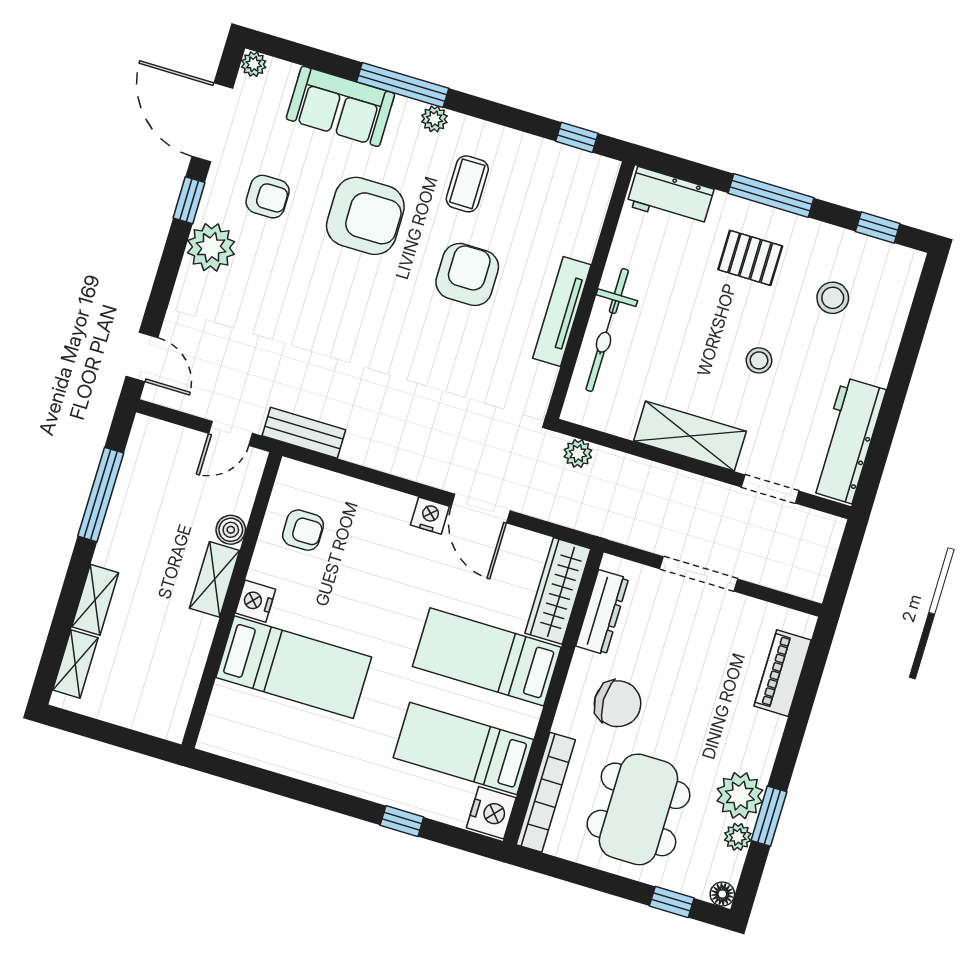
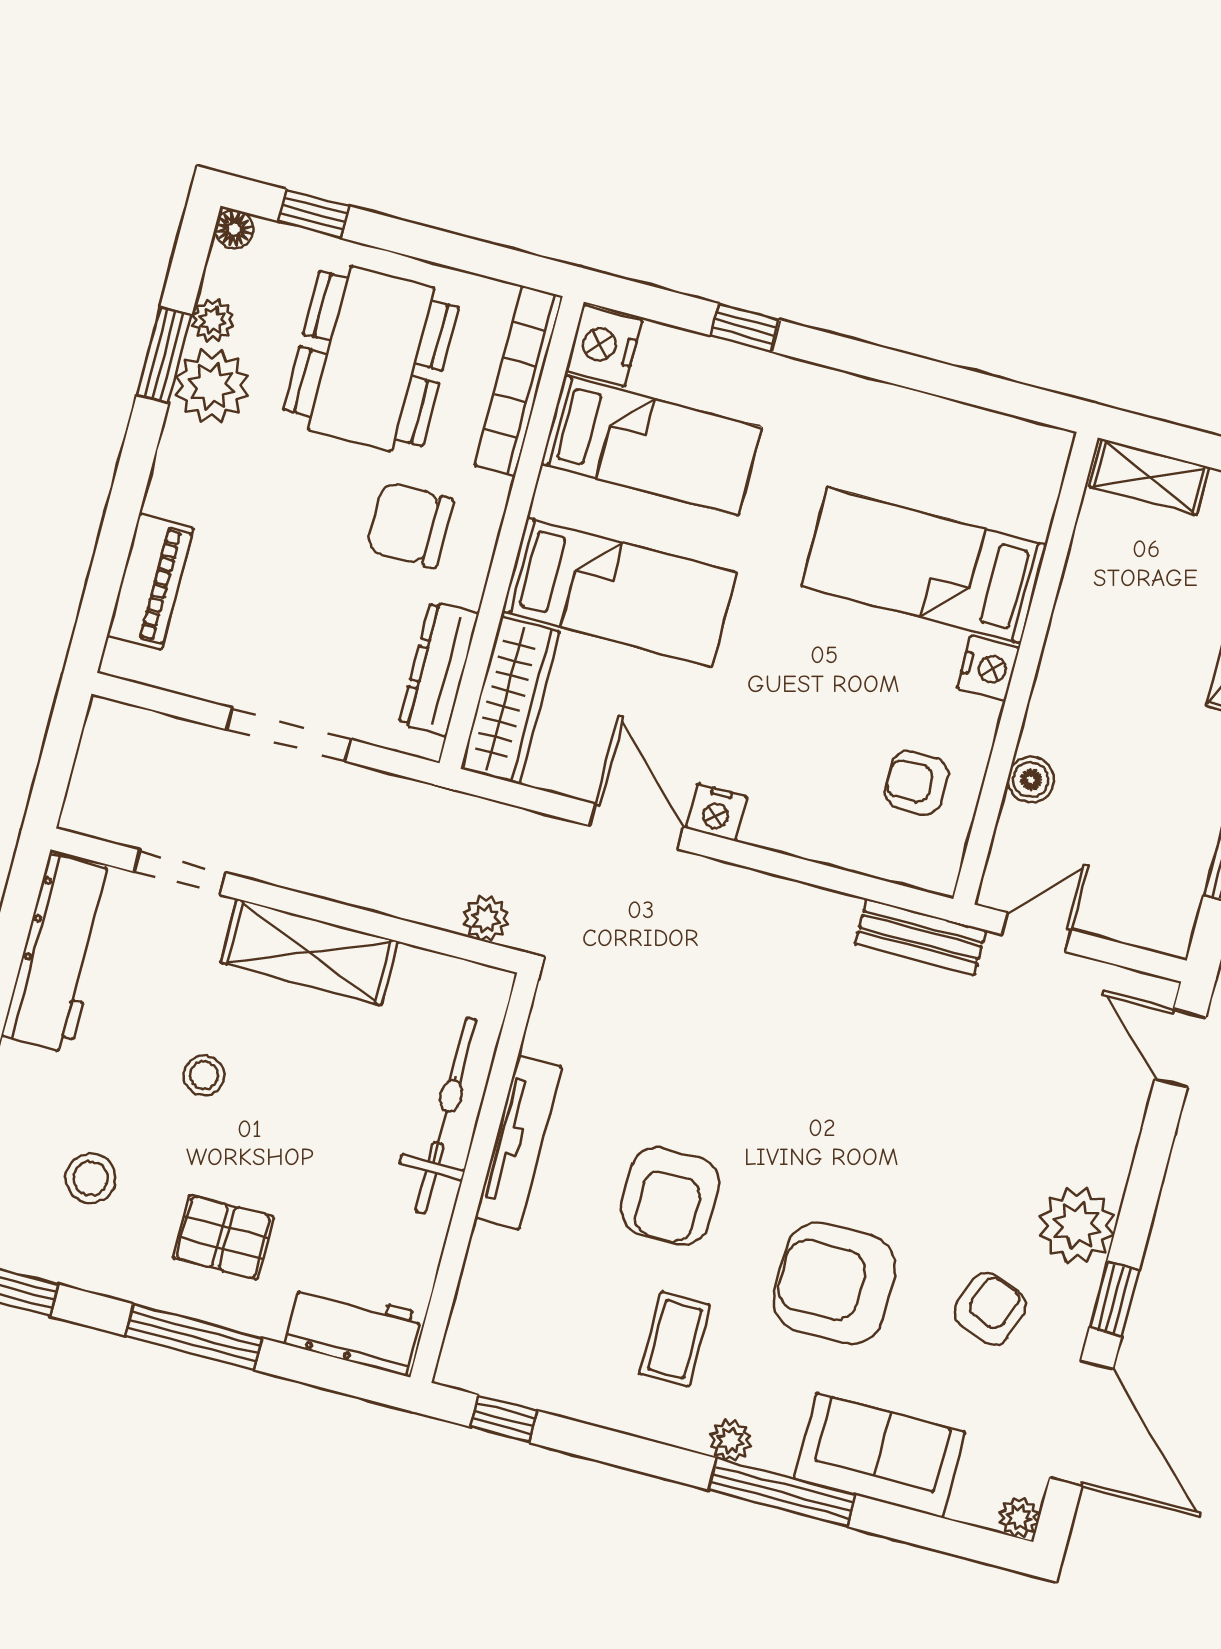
armchair: (268, 197) -> (990, 1309), turned 110
shelving: (215, 579) -> (1149, 477), moved, turned 90

